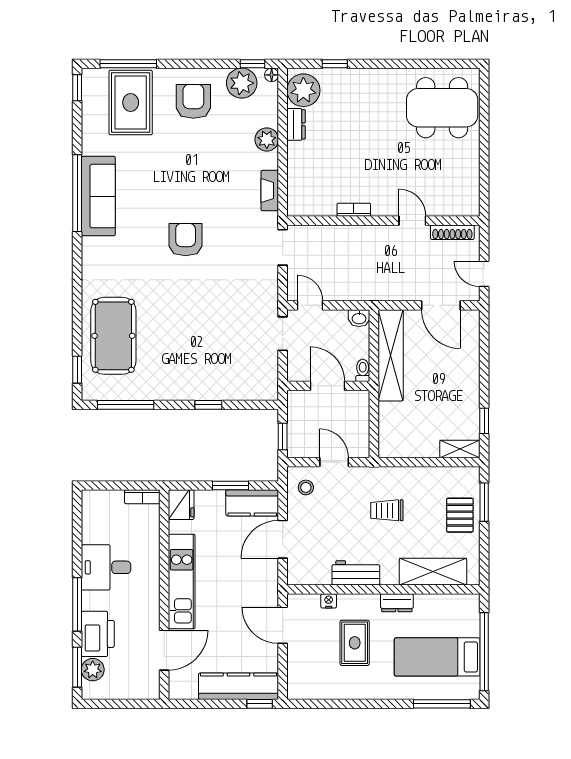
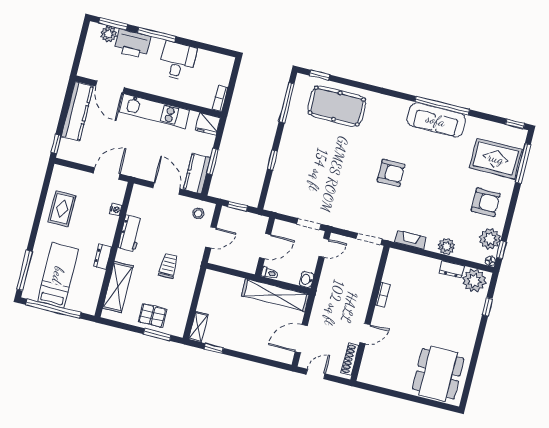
rug: (355, 643) -> (62, 209), moved, turned 90
kitchen counter: (239, 686) -> (77, 111), moved

